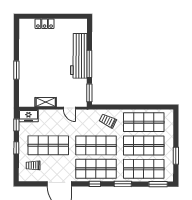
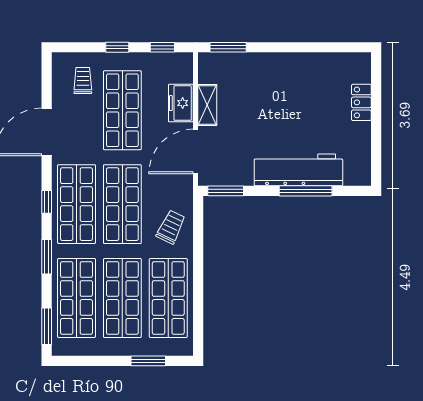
window: (89, 64) -> (306, 191), moved
window: (16, 70) -> (228, 47), moved
door: (69, 108) -> (196, 151), width x1.88
freezer: (28, 116) -> (181, 103), moved
window: (176, 156) -> (148, 361), moved

